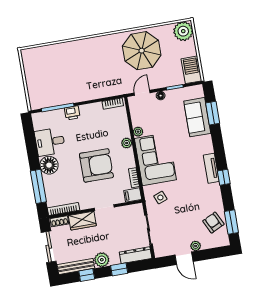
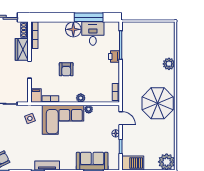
plant: (70, 48) -> (169, 64), added
parasol: (142, 51) -> (158, 103), moved
armchair: (96, 165) -> (66, 69), width x0.53, depth x0.53
window: (38, 186) -> (89, 17), moved

